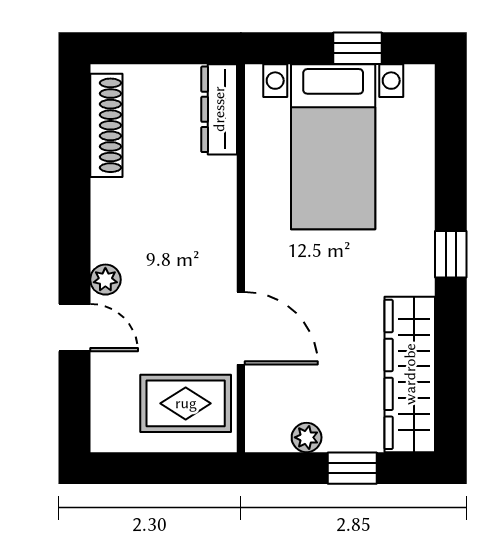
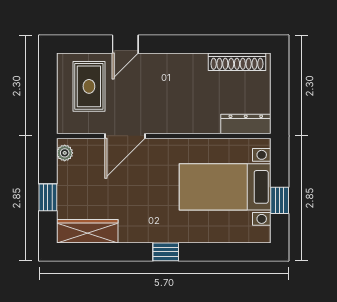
plant: (105, 280) -> (152, 61), removed
wardrobe: (410, 374) -> (87, 231), width x0.71, depth x0.85
rug: (186, 403) -> (89, 86), moved
plant: (307, 437) -> (65, 153), moved

